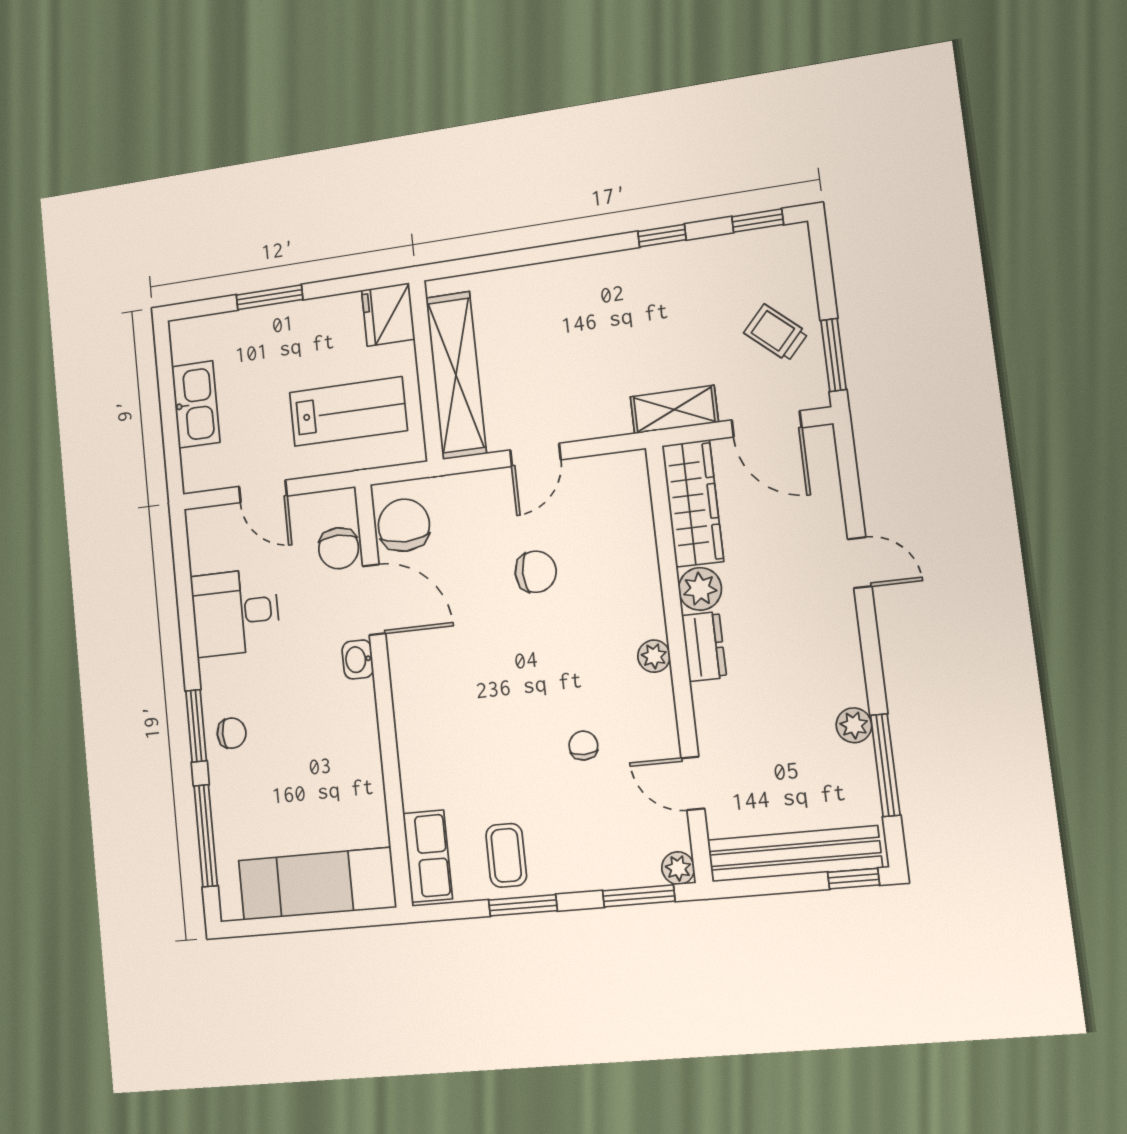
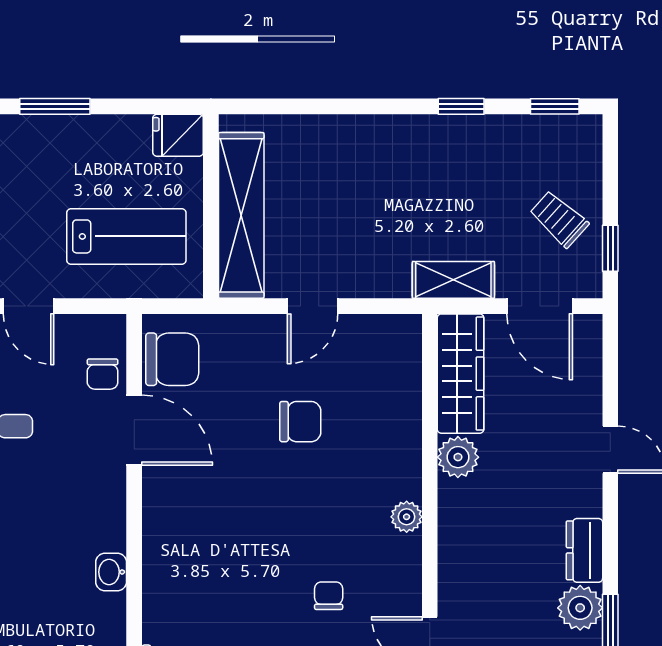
fridge: (388, 315) -> (178, 135), width x0.72
window: (834, 355) -> (610, 248), width x0.67
chair: (404, 525) -> (172, 359), turned 90
chair: (339, 548) -> (103, 374), width x0.73, depth x0.73
dresser: (704, 647) -> (584, 550), moved, turned 180
washbasin: (358, 659) -> (111, 572), moved
plant: (854, 725) -> (580, 608), width x1.38, depth x1.38

